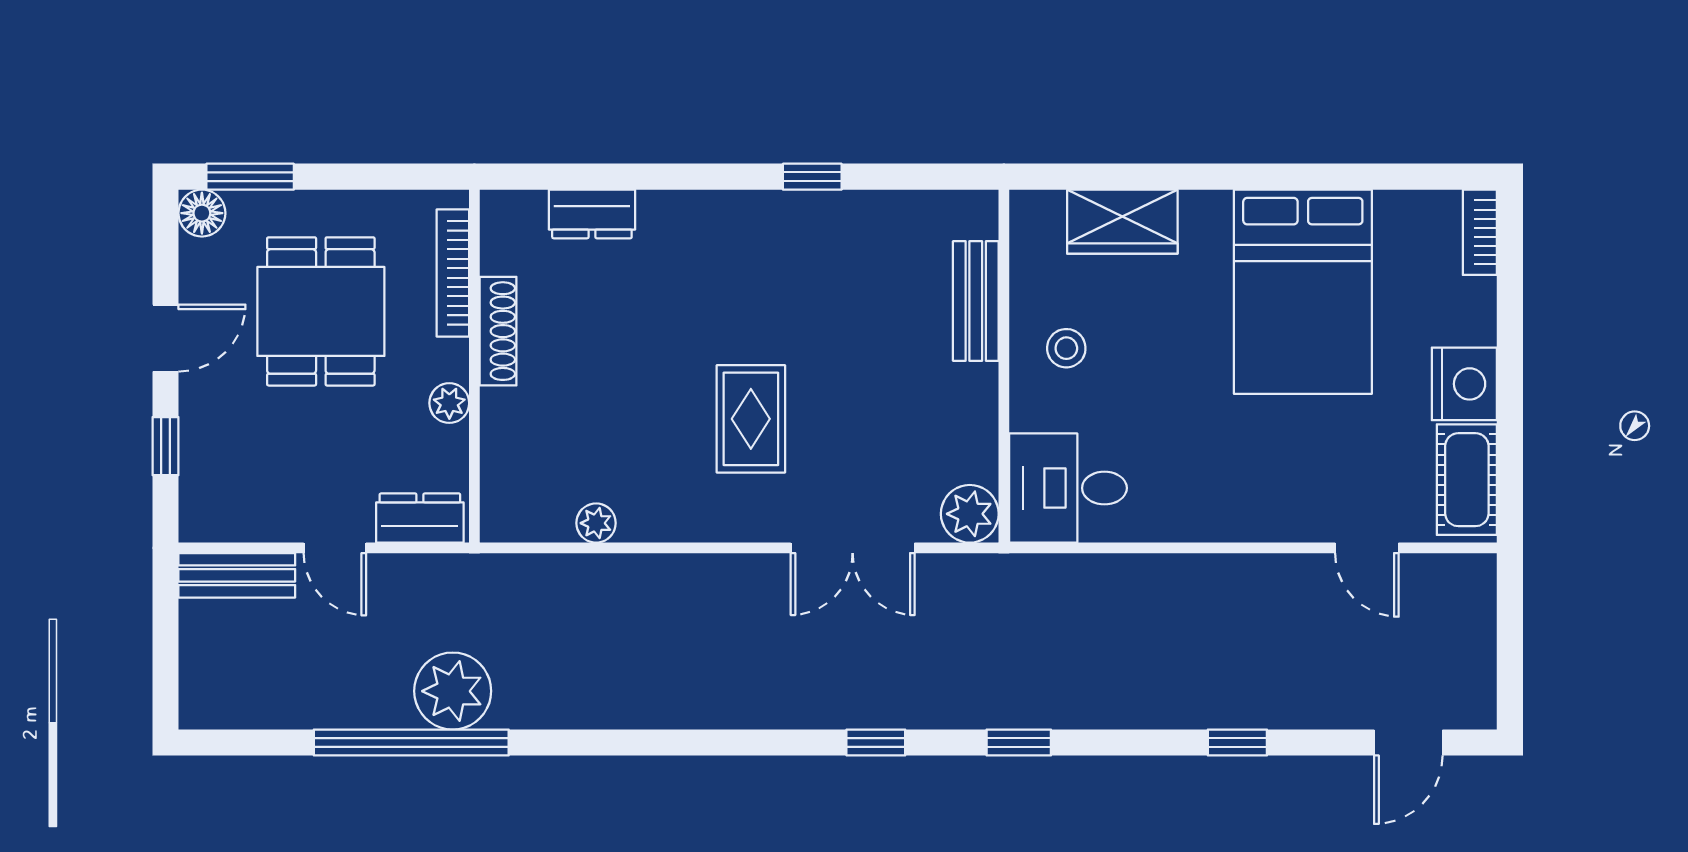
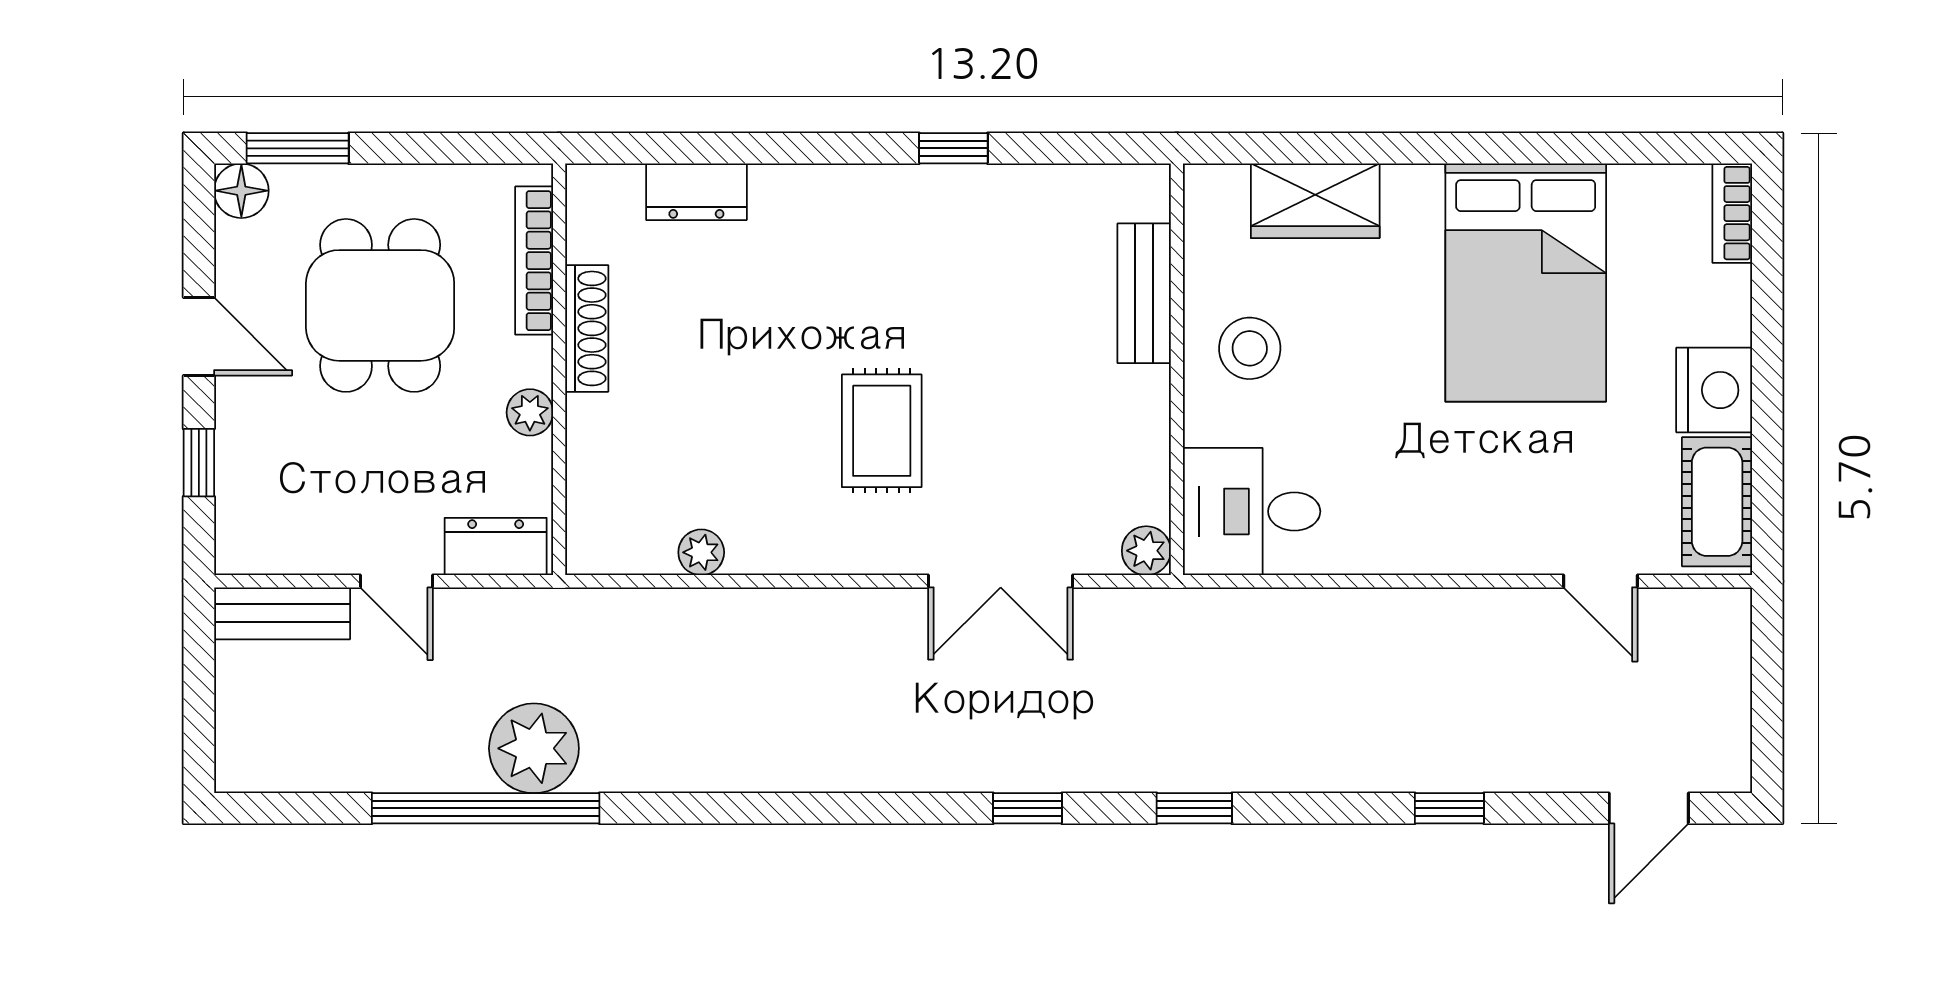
door: (166, 338) -> (199, 337), hinge flipped
stool: (1066, 348) -> (1250, 348), width x1.37, depth x1.37
plant: (970, 514) -> (1146, 551), width x0.73, depth x0.73

